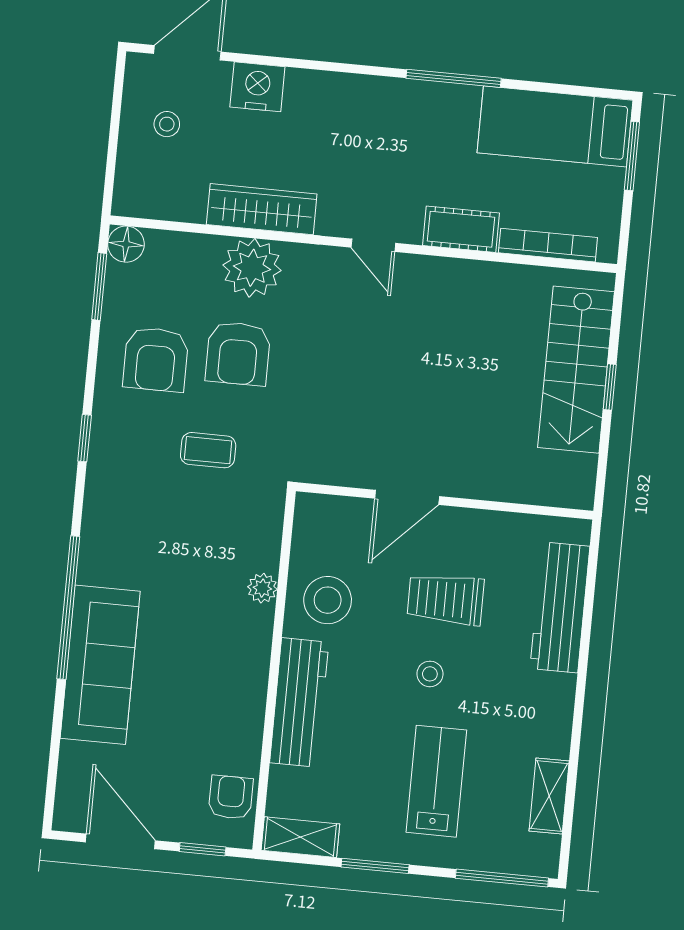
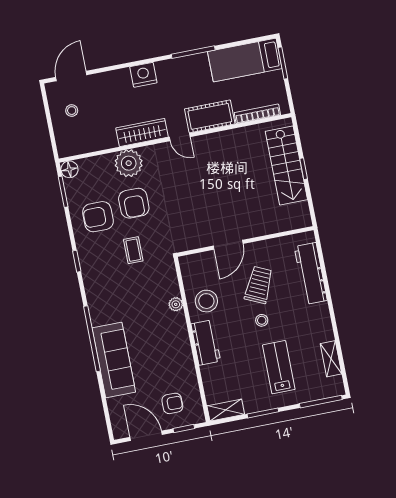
nightstand: (257, 87) -> (143, 75), moved
wardrobe: (262, 209) -> (142, 132), moved
cot: (461, 229) -> (210, 116), width x1.37, depth x1.34
armchair: (156, 359) -> (98, 217), turned 90
coffee table: (208, 450) -> (133, 250), turned 90
trolley: (446, 599) -> (259, 285), turned 115
workbench: (299, 702) -> (206, 342), width x0.73
armchair: (231, 797) -> (172, 403), moved, turned 90

